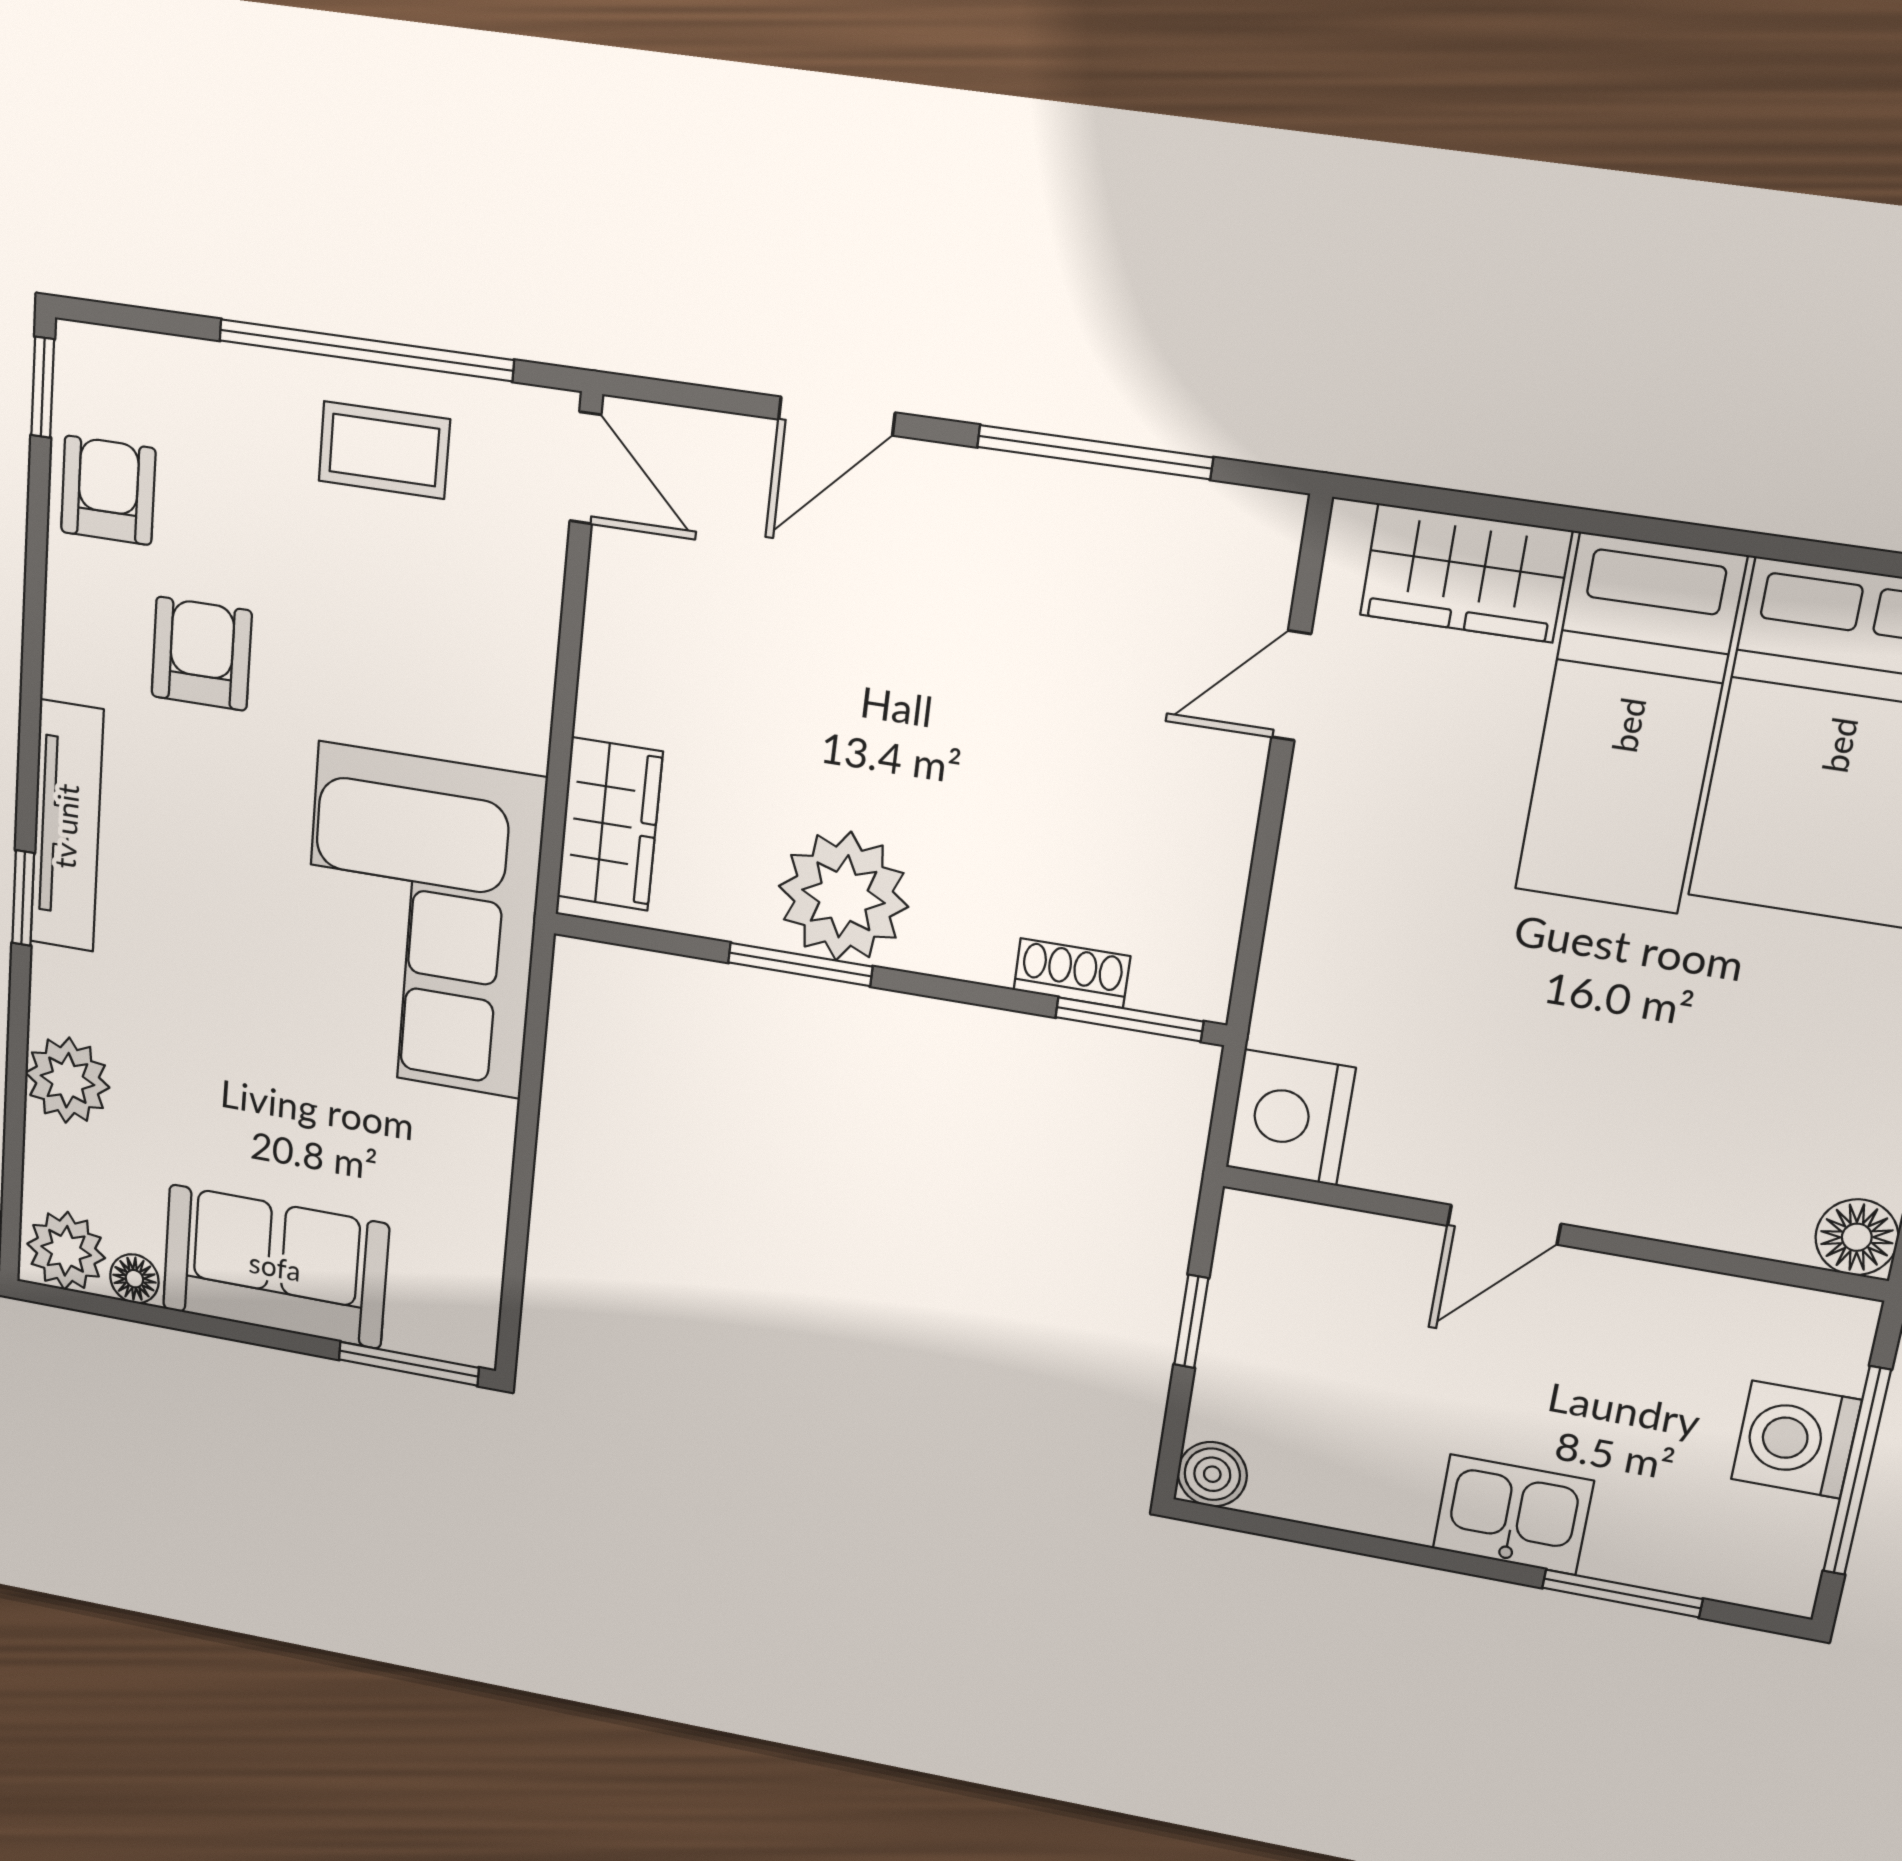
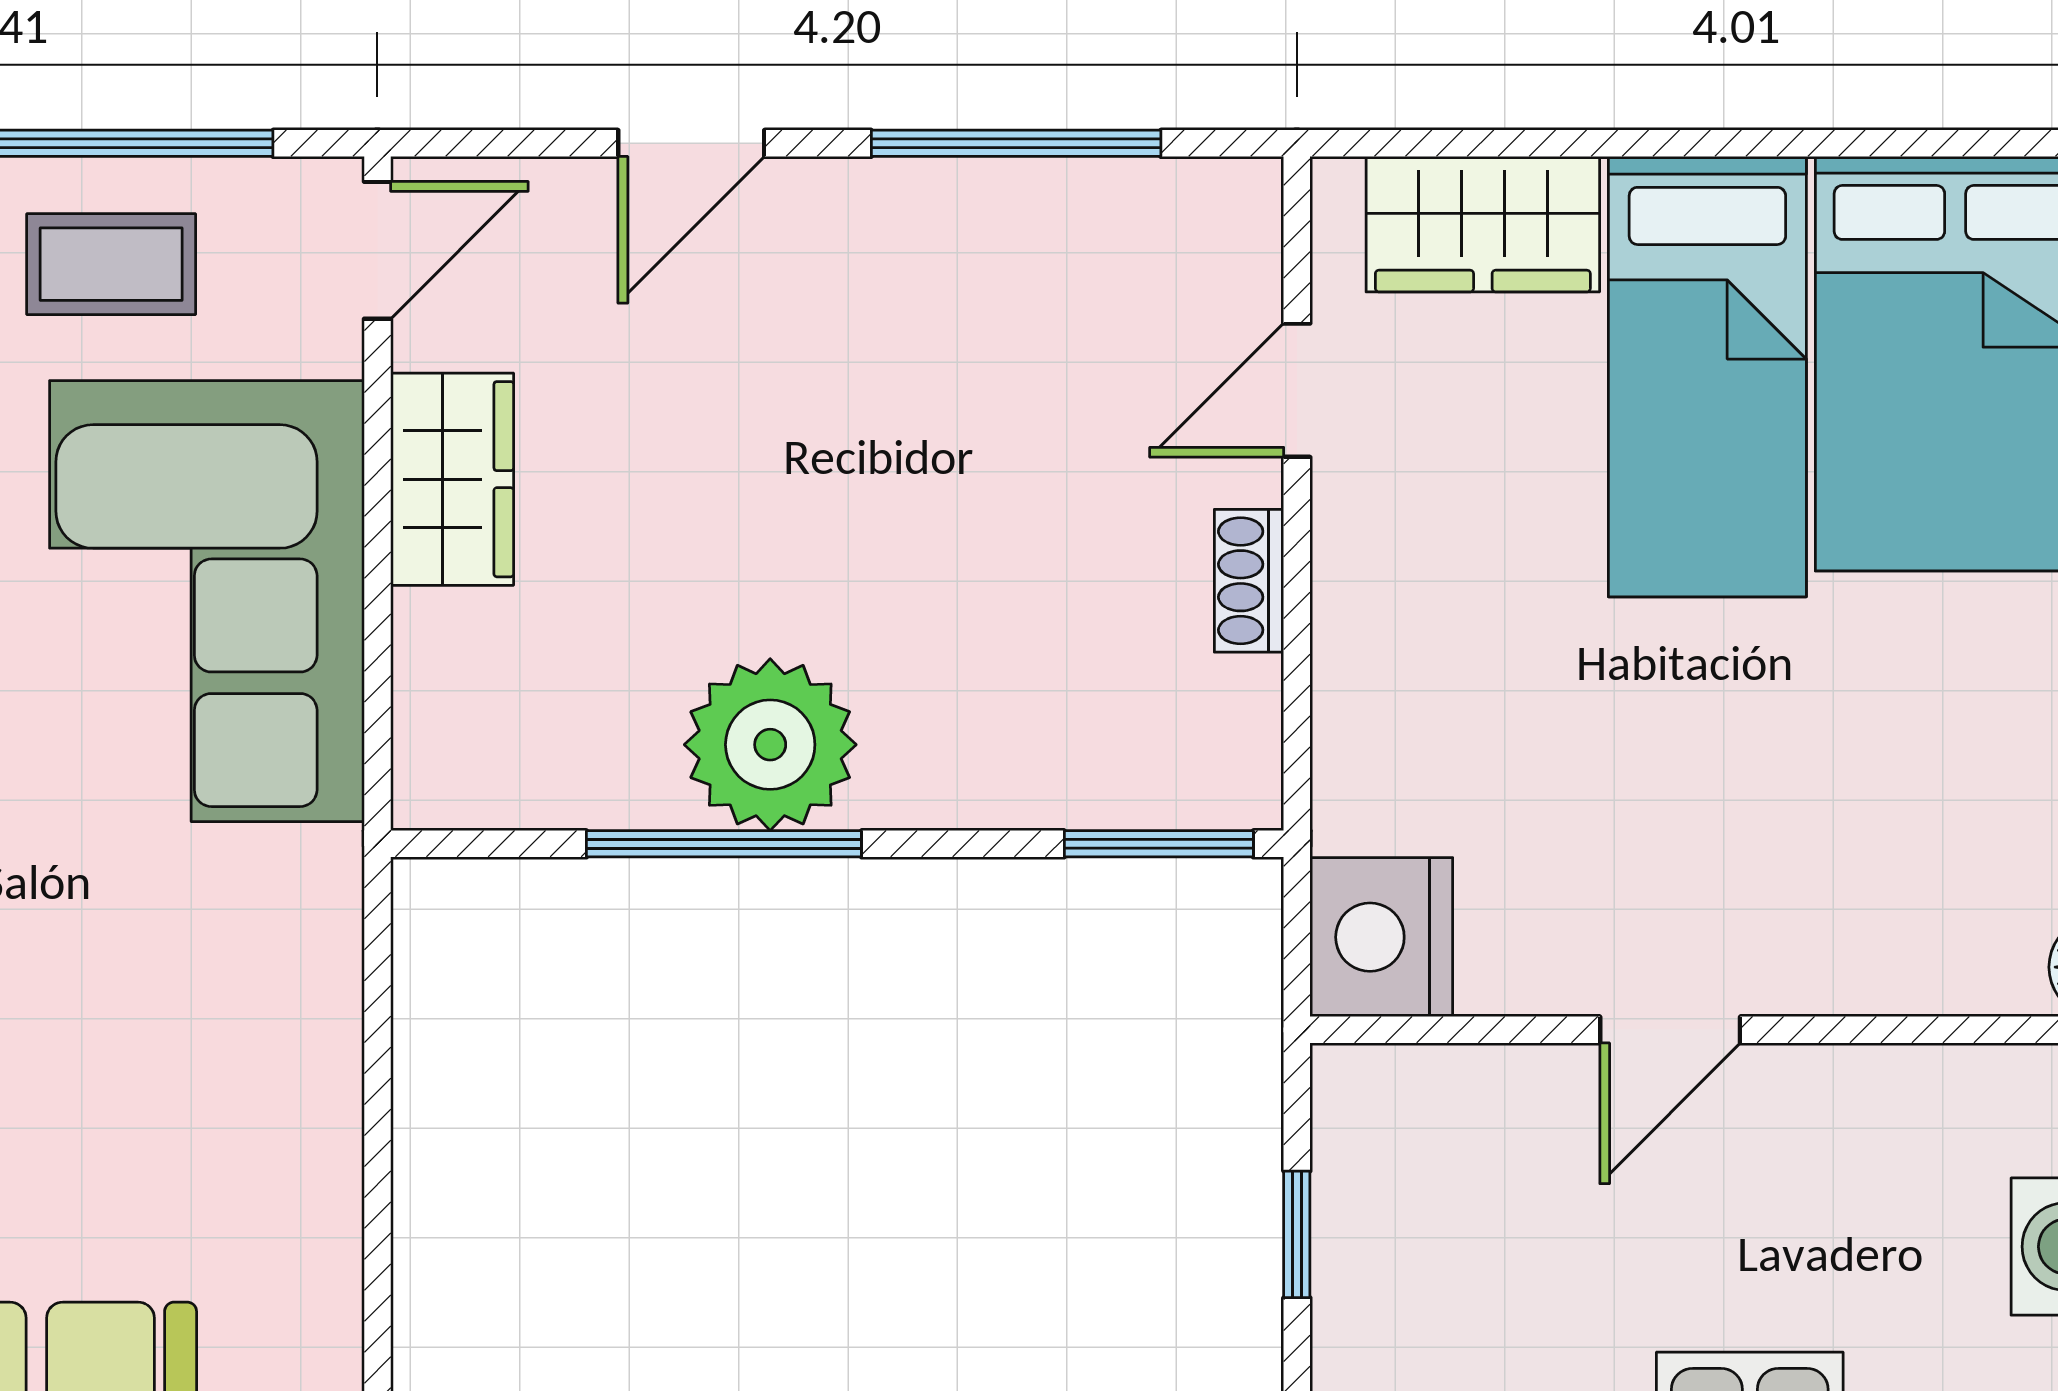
door: (585, 468) -> (377, 250), hinge flipped
wardrobe: (610, 824) -> (452, 479), moved
corner sofa: (420, 922) -> (207, 601), moved
window: (800, 964) -> (724, 844), width x1.44
shoe rack: (1072, 973) -> (1249, 581), moved, turned -90

